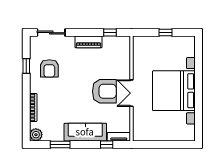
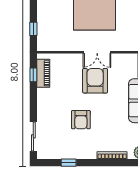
window: (165, 33) -> (33, 29), moved
piano: (88, 42) -> (43, 73), moved
armchair: (49, 68) -> (81, 120), moved, turned 90

